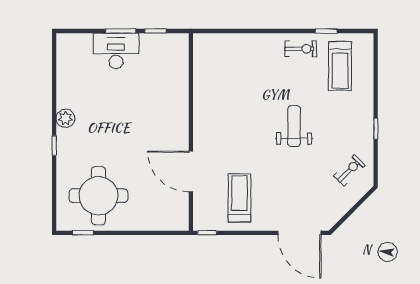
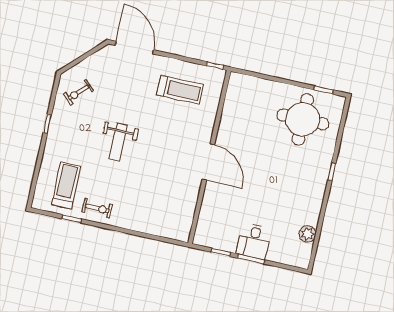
exercise bike: (301, 49) -> (97, 208), turned 180
desk: (116, 51) -> (254, 241), width x0.73
plant: (65, 118) -> (307, 234), moved
door: (191, 172) -> (208, 162), moved
treadmill: (239, 198) -> (180, 90), turned -90

